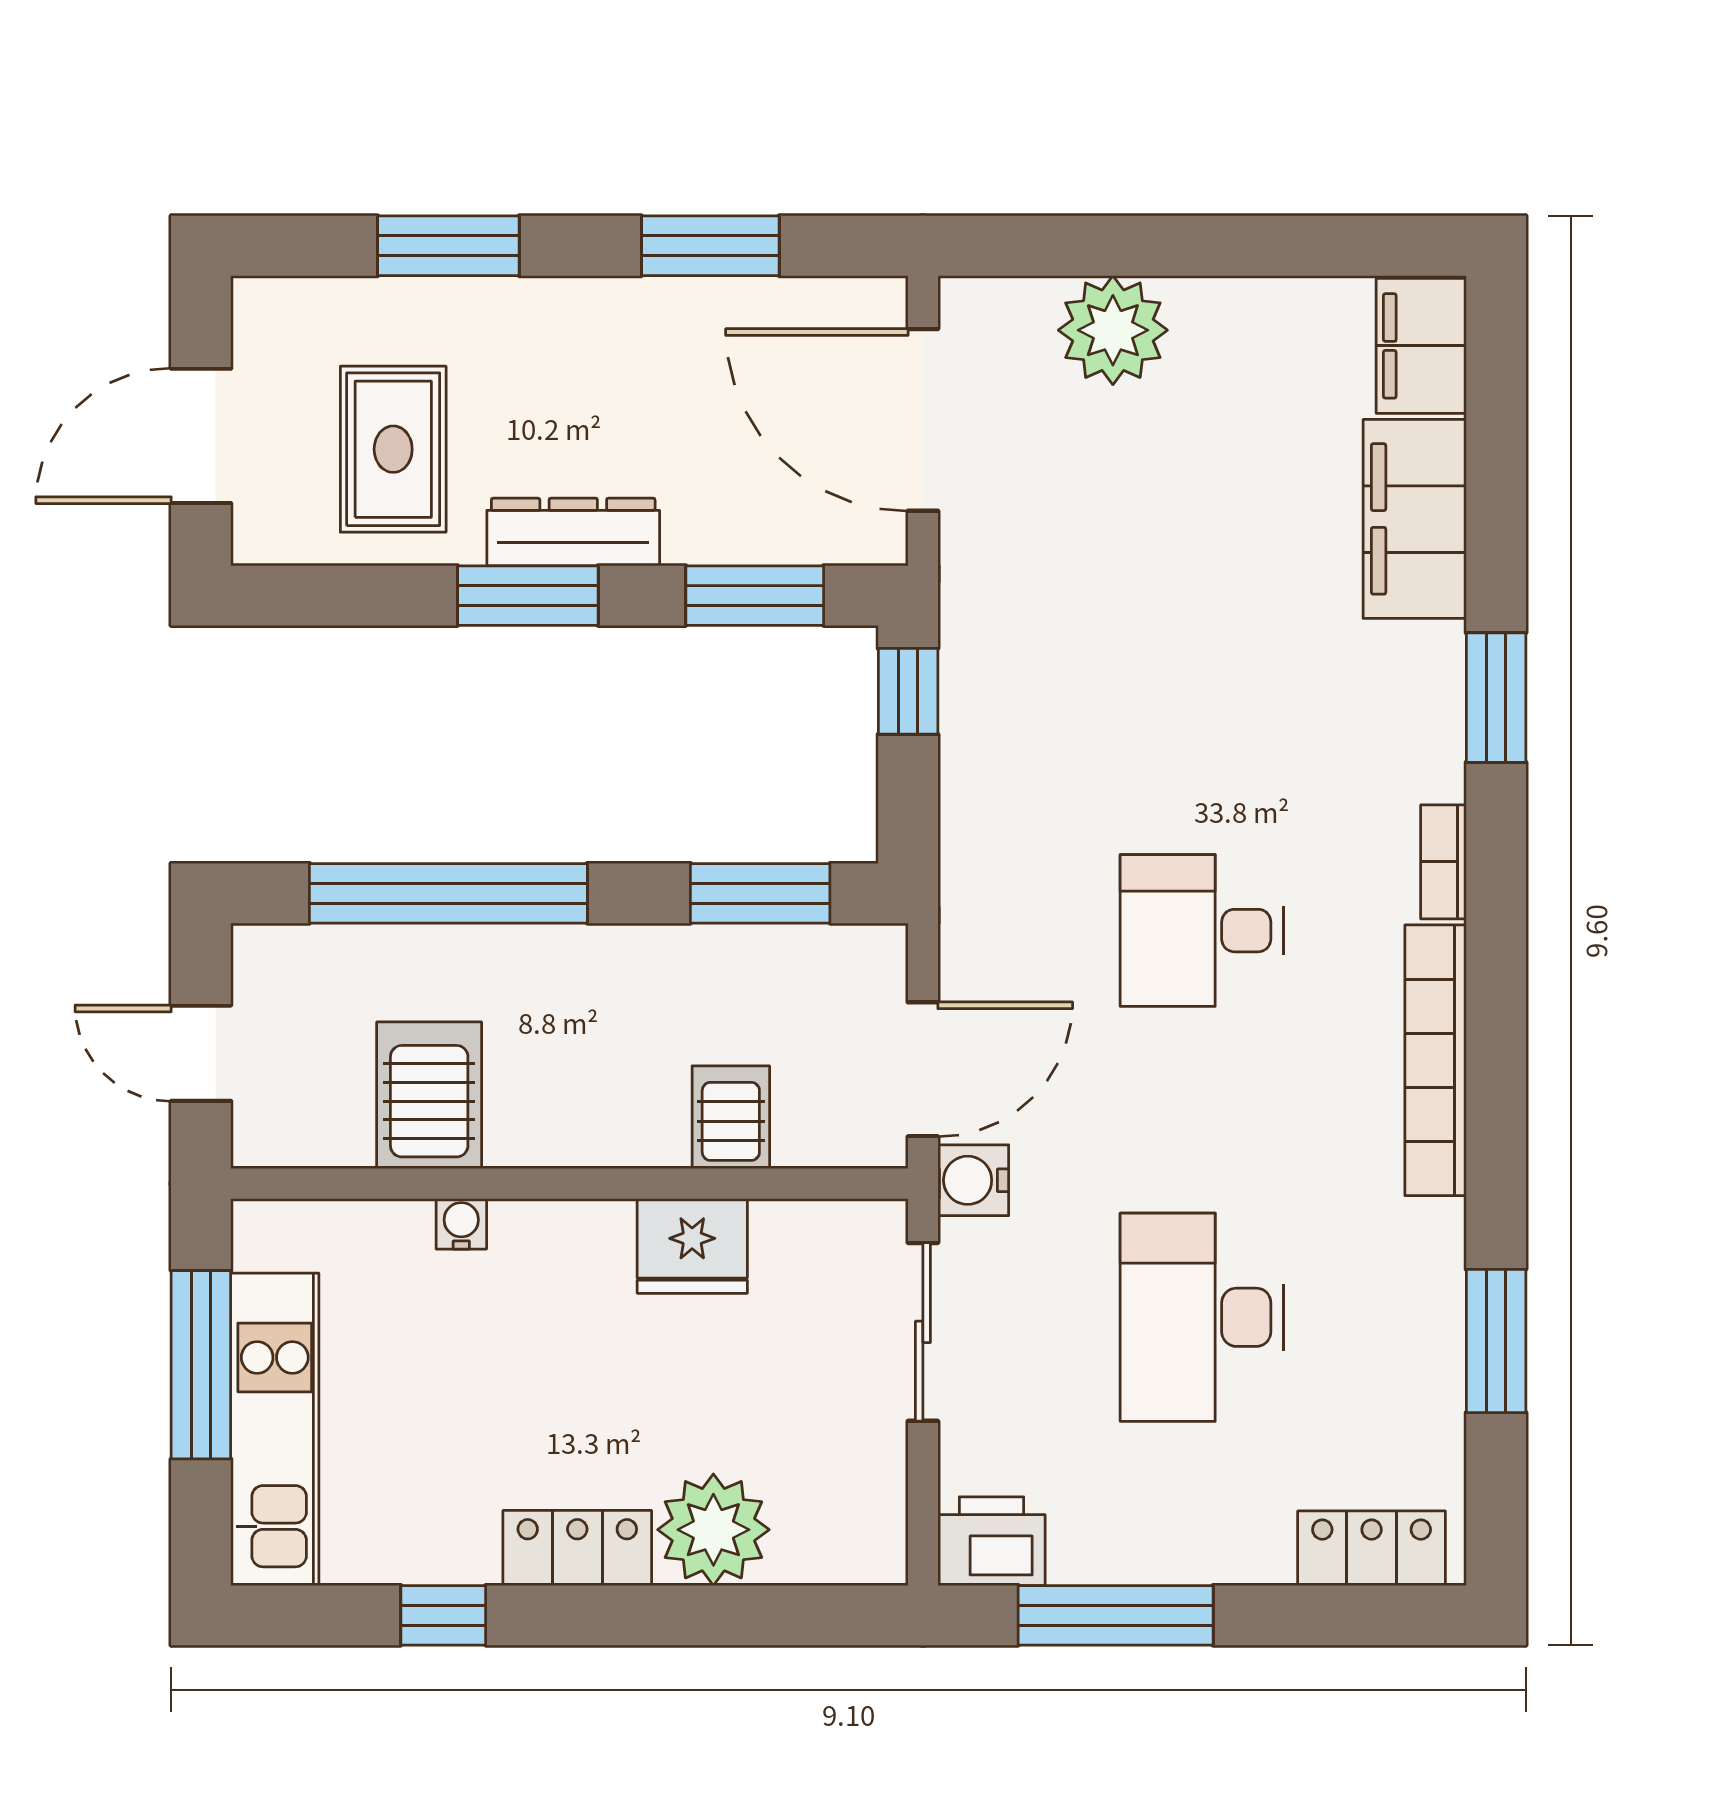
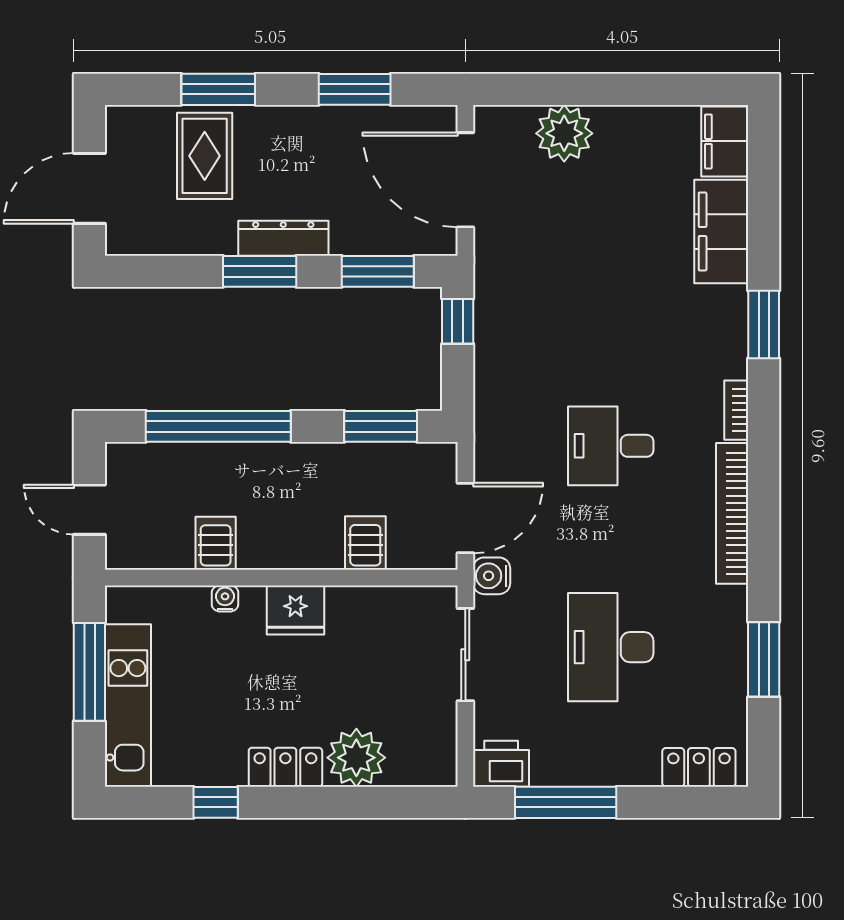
rug: (393, 449) -> (205, 156), moved
server rack: (429, 1095) -> (216, 543), width x0.73, depth x0.70
fridge: (692, 1246) -> (295, 610), moved

